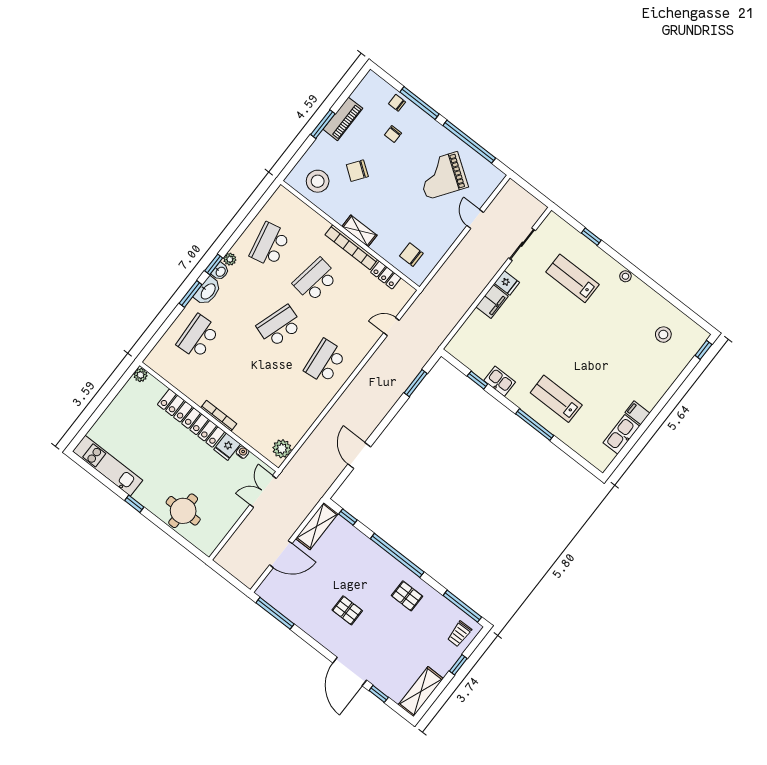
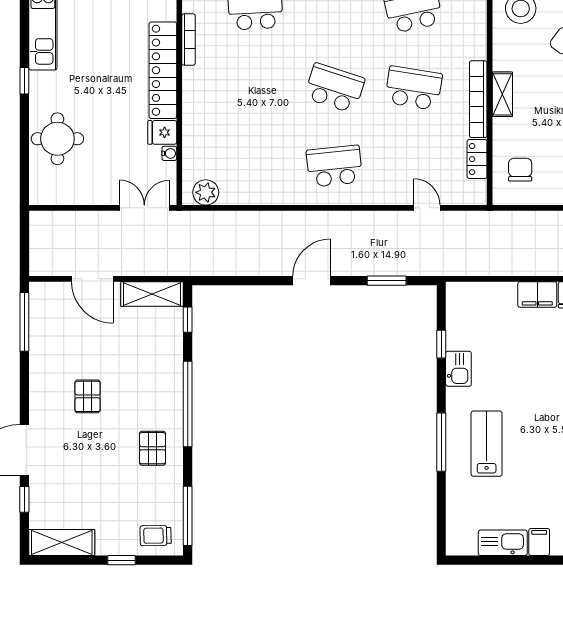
bookcase: (219, 416) -> (188, 40), moved
door: (359, 456) -> (312, 281), moved

